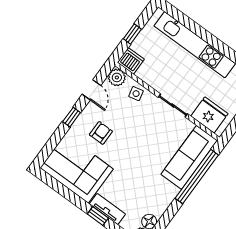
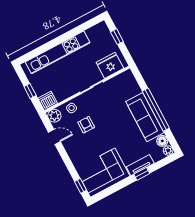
window: (72, 117) -> (80, 186), moved
armchair: (101, 133) -> (86, 125), moved
sofa: (189, 157) -> (145, 117), moved
window: (197, 177) -> (156, 110), moved

